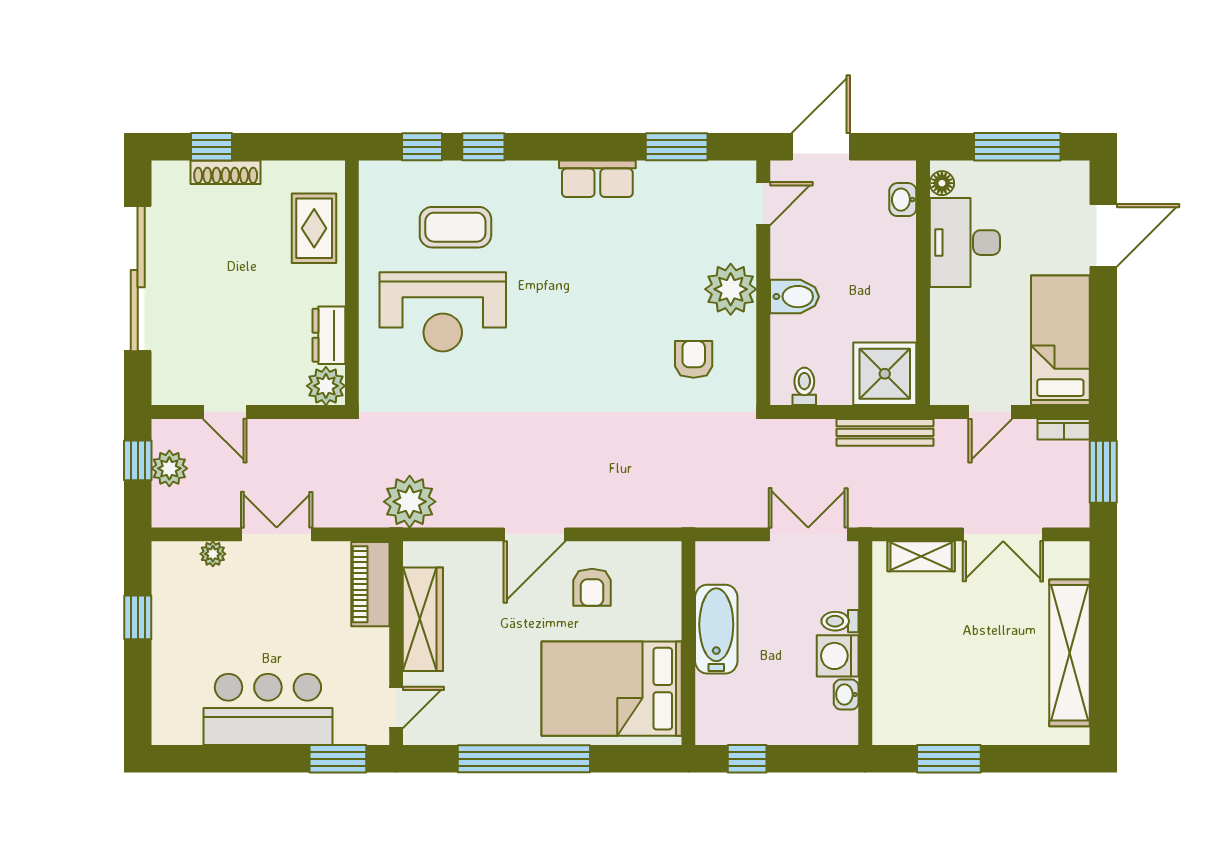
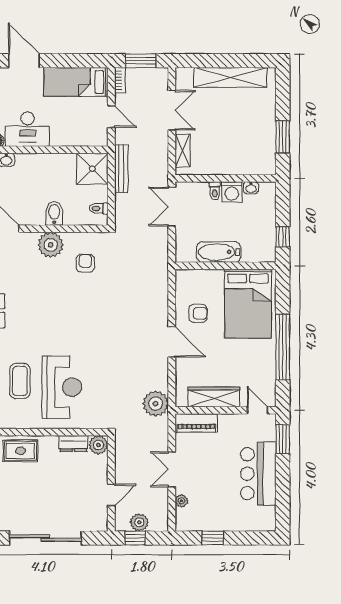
armchair: (694, 359) -> (85, 263), turned 90

